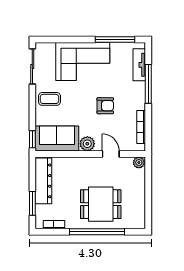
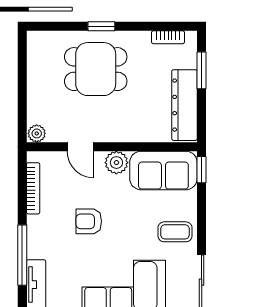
window: (97, 232) -> (101, 26), width x0.32

